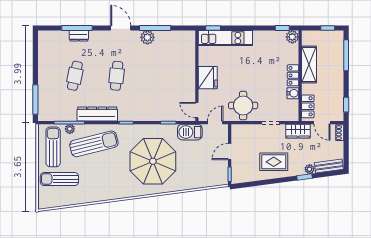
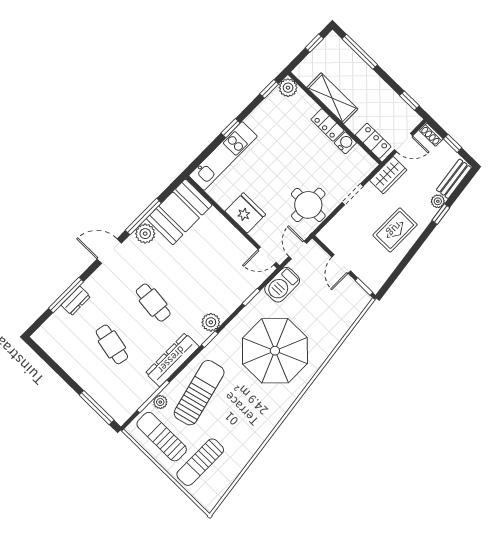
window: (213, 28) -> (231, 128), moved
booth: (175, 44) -> (179, 212), added
plant: (135, 115) -> (211, 322), added
window: (346, 148) -> (453, 143), added

